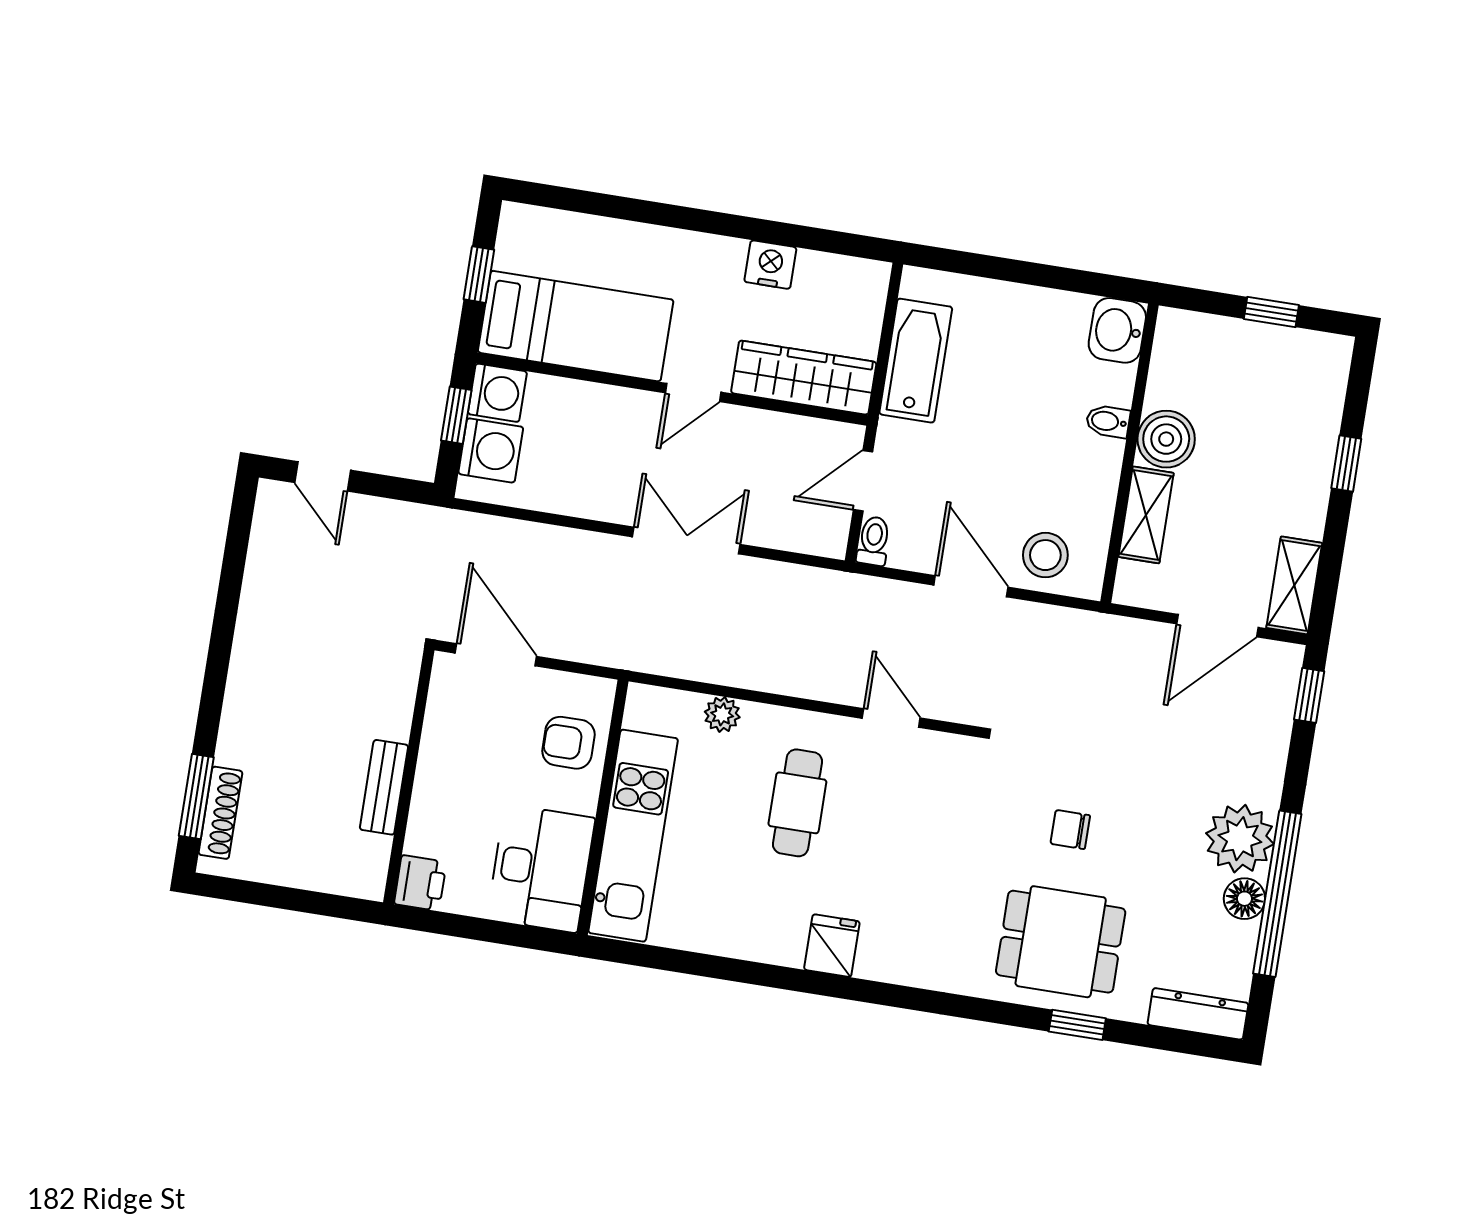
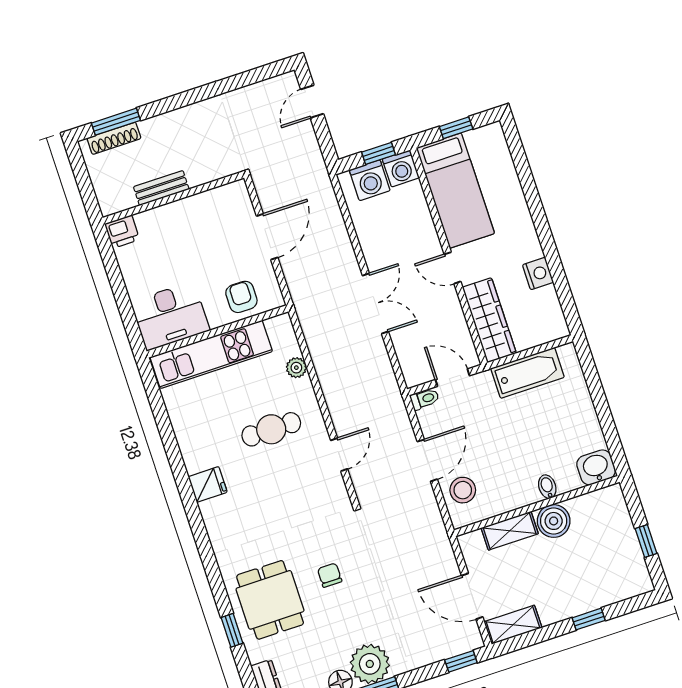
wall: (409, 776) -> (173, 198), moved
bench: (384, 787) -> (161, 188), moved
printer: (420, 883) -> (122, 232), moved

